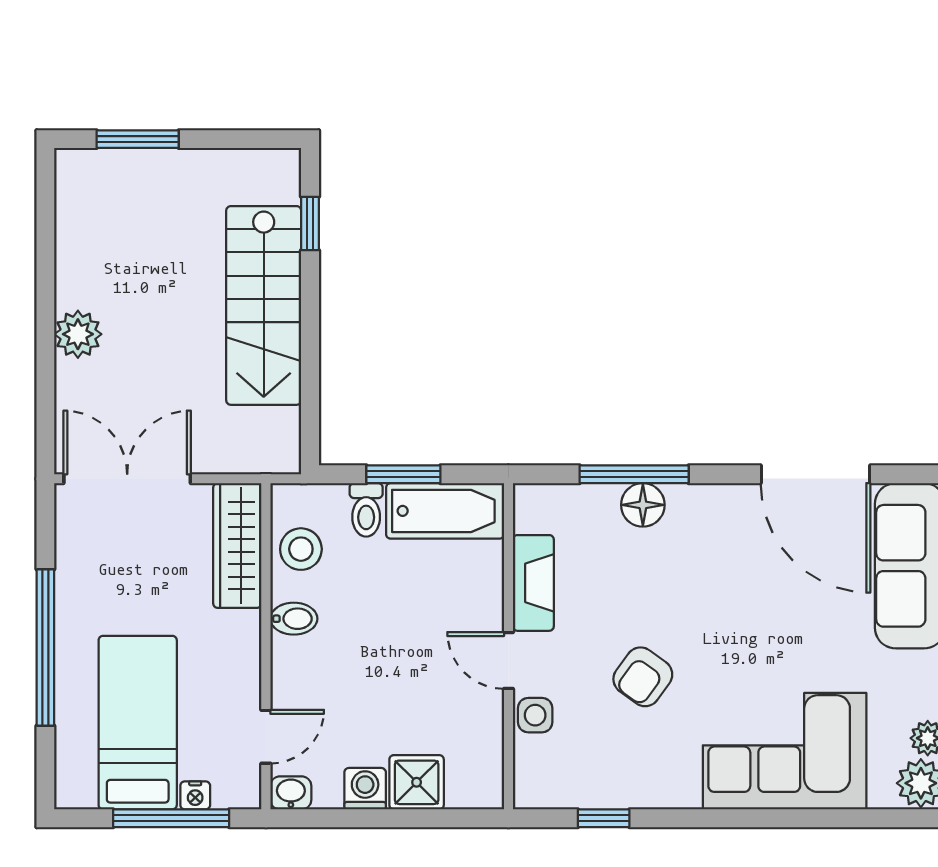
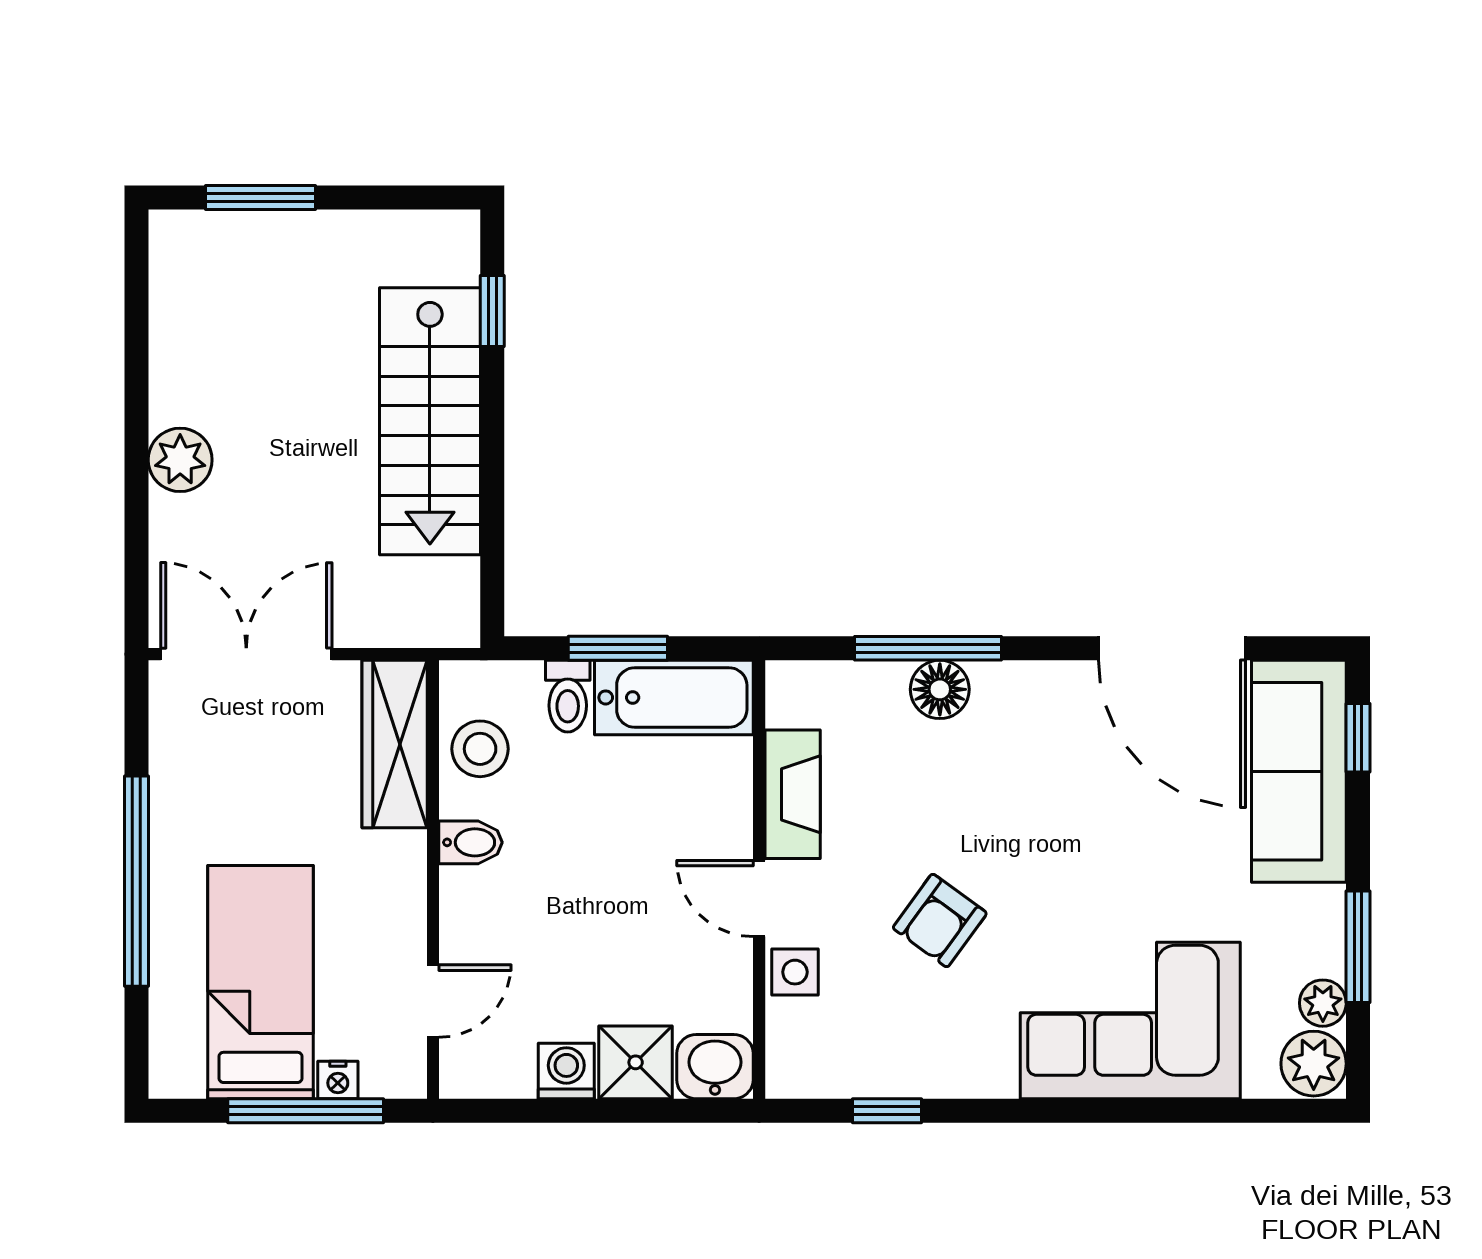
washbasin: (291, 793) -> (715, 1067), moved, width x1.38, depth x1.45

